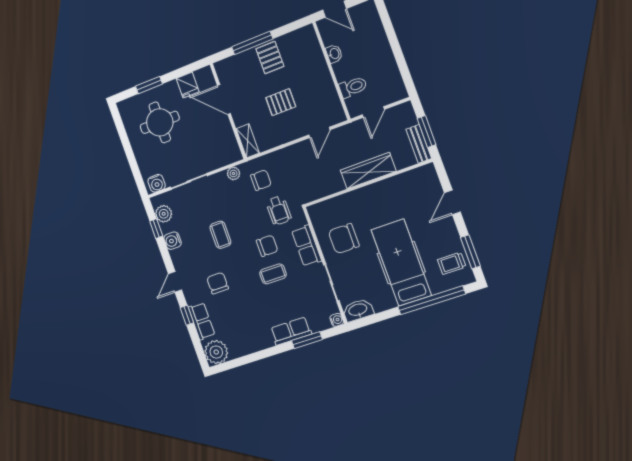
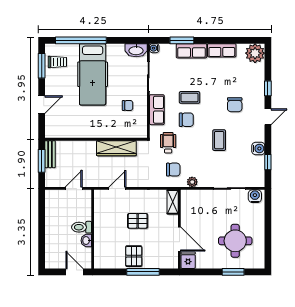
fridge: (188, 85) -> (188, 260), moved
toilet: (353, 87) -> (82, 227), moved
wardrobe: (368, 171) -> (116, 148), moved
chair: (261, 180) -> (173, 170), turned 180
plant: (164, 214) -> (258, 171), removed
chair: (344, 239) -> (128, 106), width x0.54, depth x0.54
chair: (267, 246) -> (186, 120), turned 180
row of seats: (202, 321) -> (222, 50), moved, turned -90

